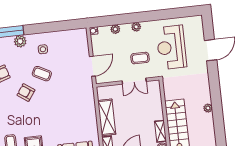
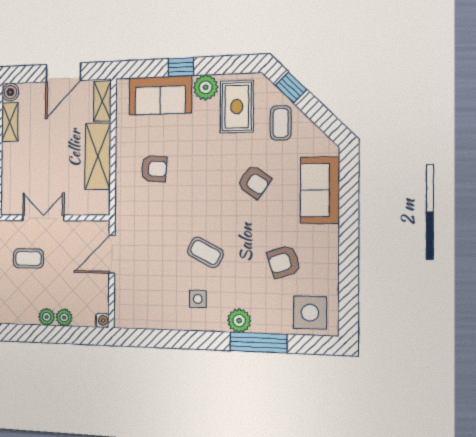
plant: (136, 27) -> (47, 317), moved
armchair: (26, 93) -> (254, 182), moved
armchair: (75, 114) -> (154, 169), added

